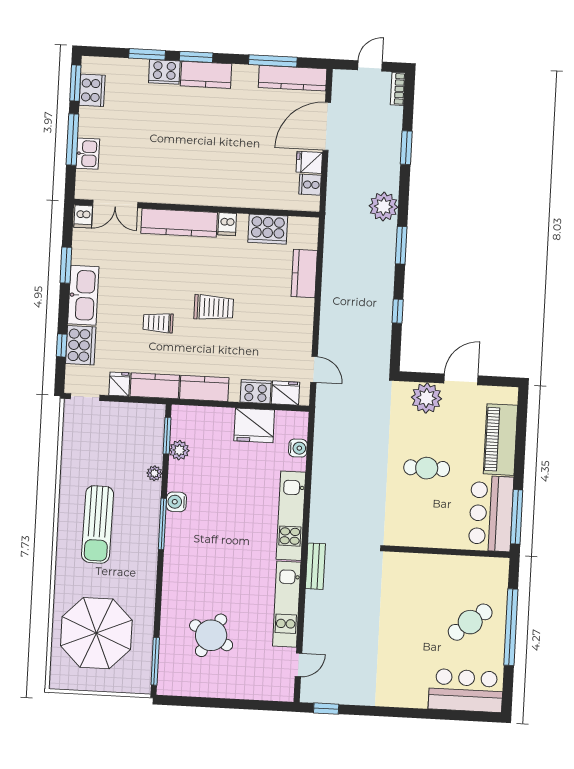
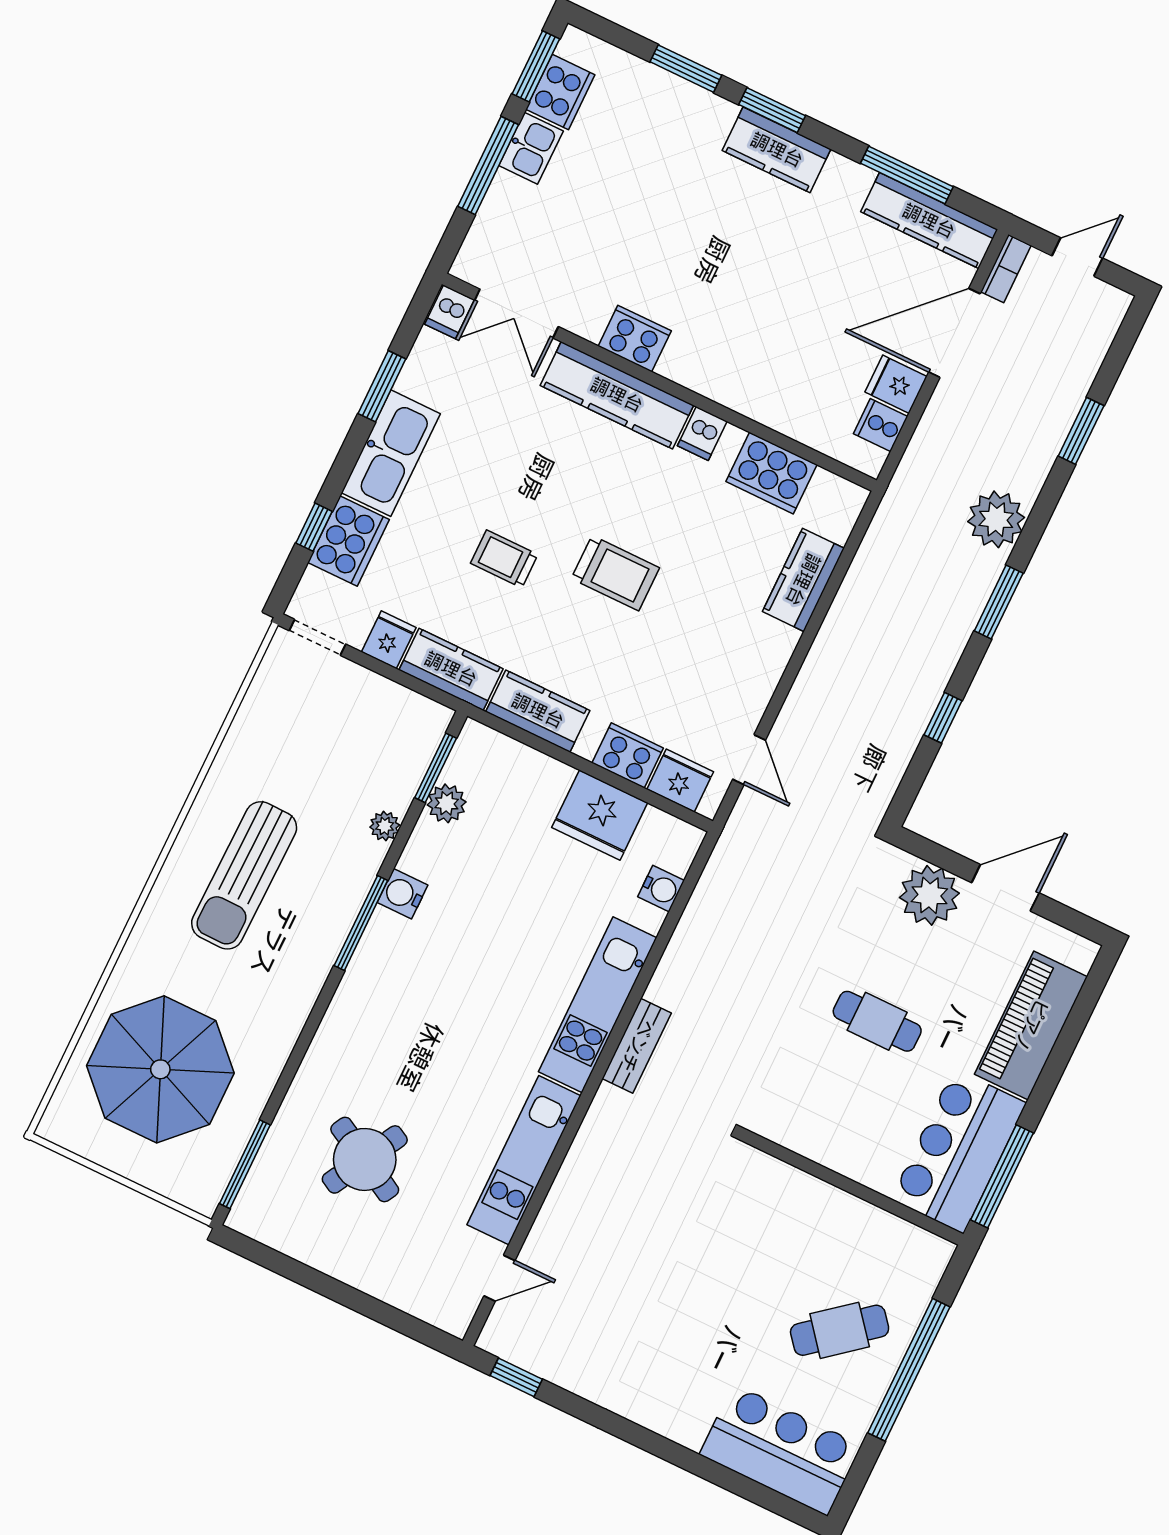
cooker: (164, 72) -> (635, 339), moved, turned 180
bookcase: (398, 89) -> (1006, 269), moved, turned 180
kitchen sink: (88, 154) -> (531, 148), moved
bench: (315, 566) -> (637, 1046), moved

